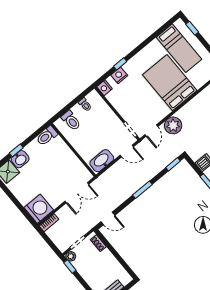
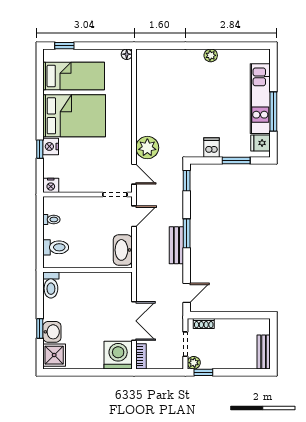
nightstand: (119, 75) -> (51, 146), moved
bed: (170, 83) -> (74, 116), moved, turned 180
bench: (131, 190) -> (176, 245), added
double door: (77, 193) -> (134, 321), moved

